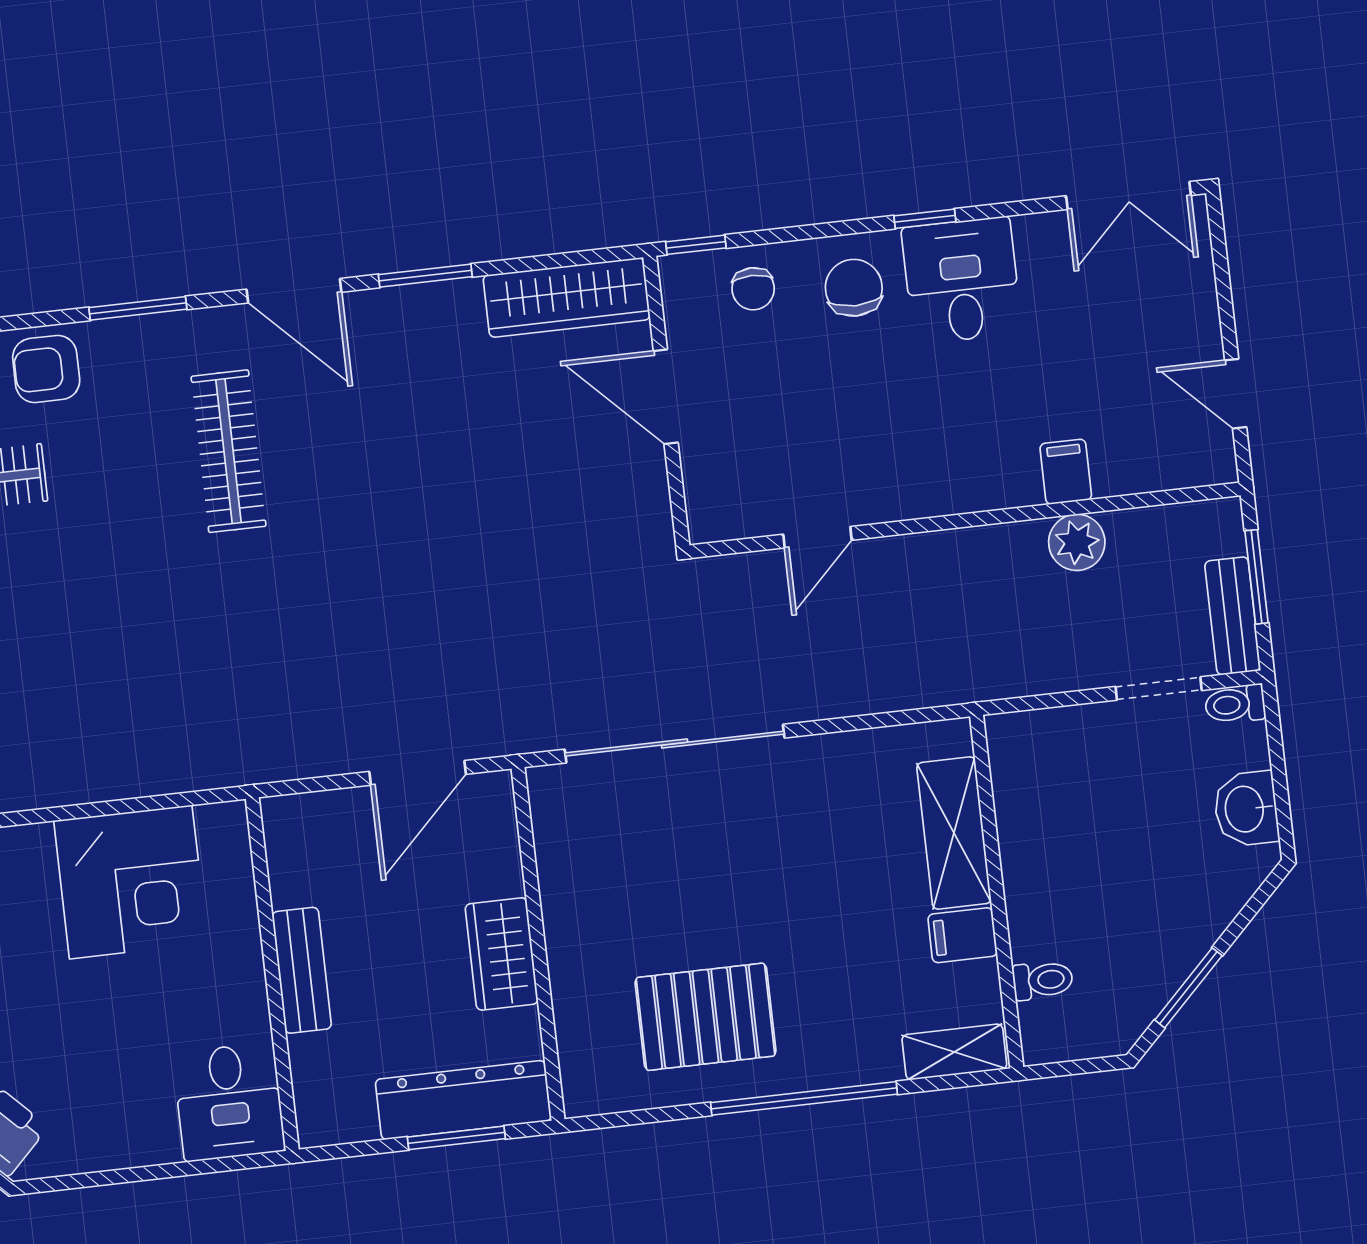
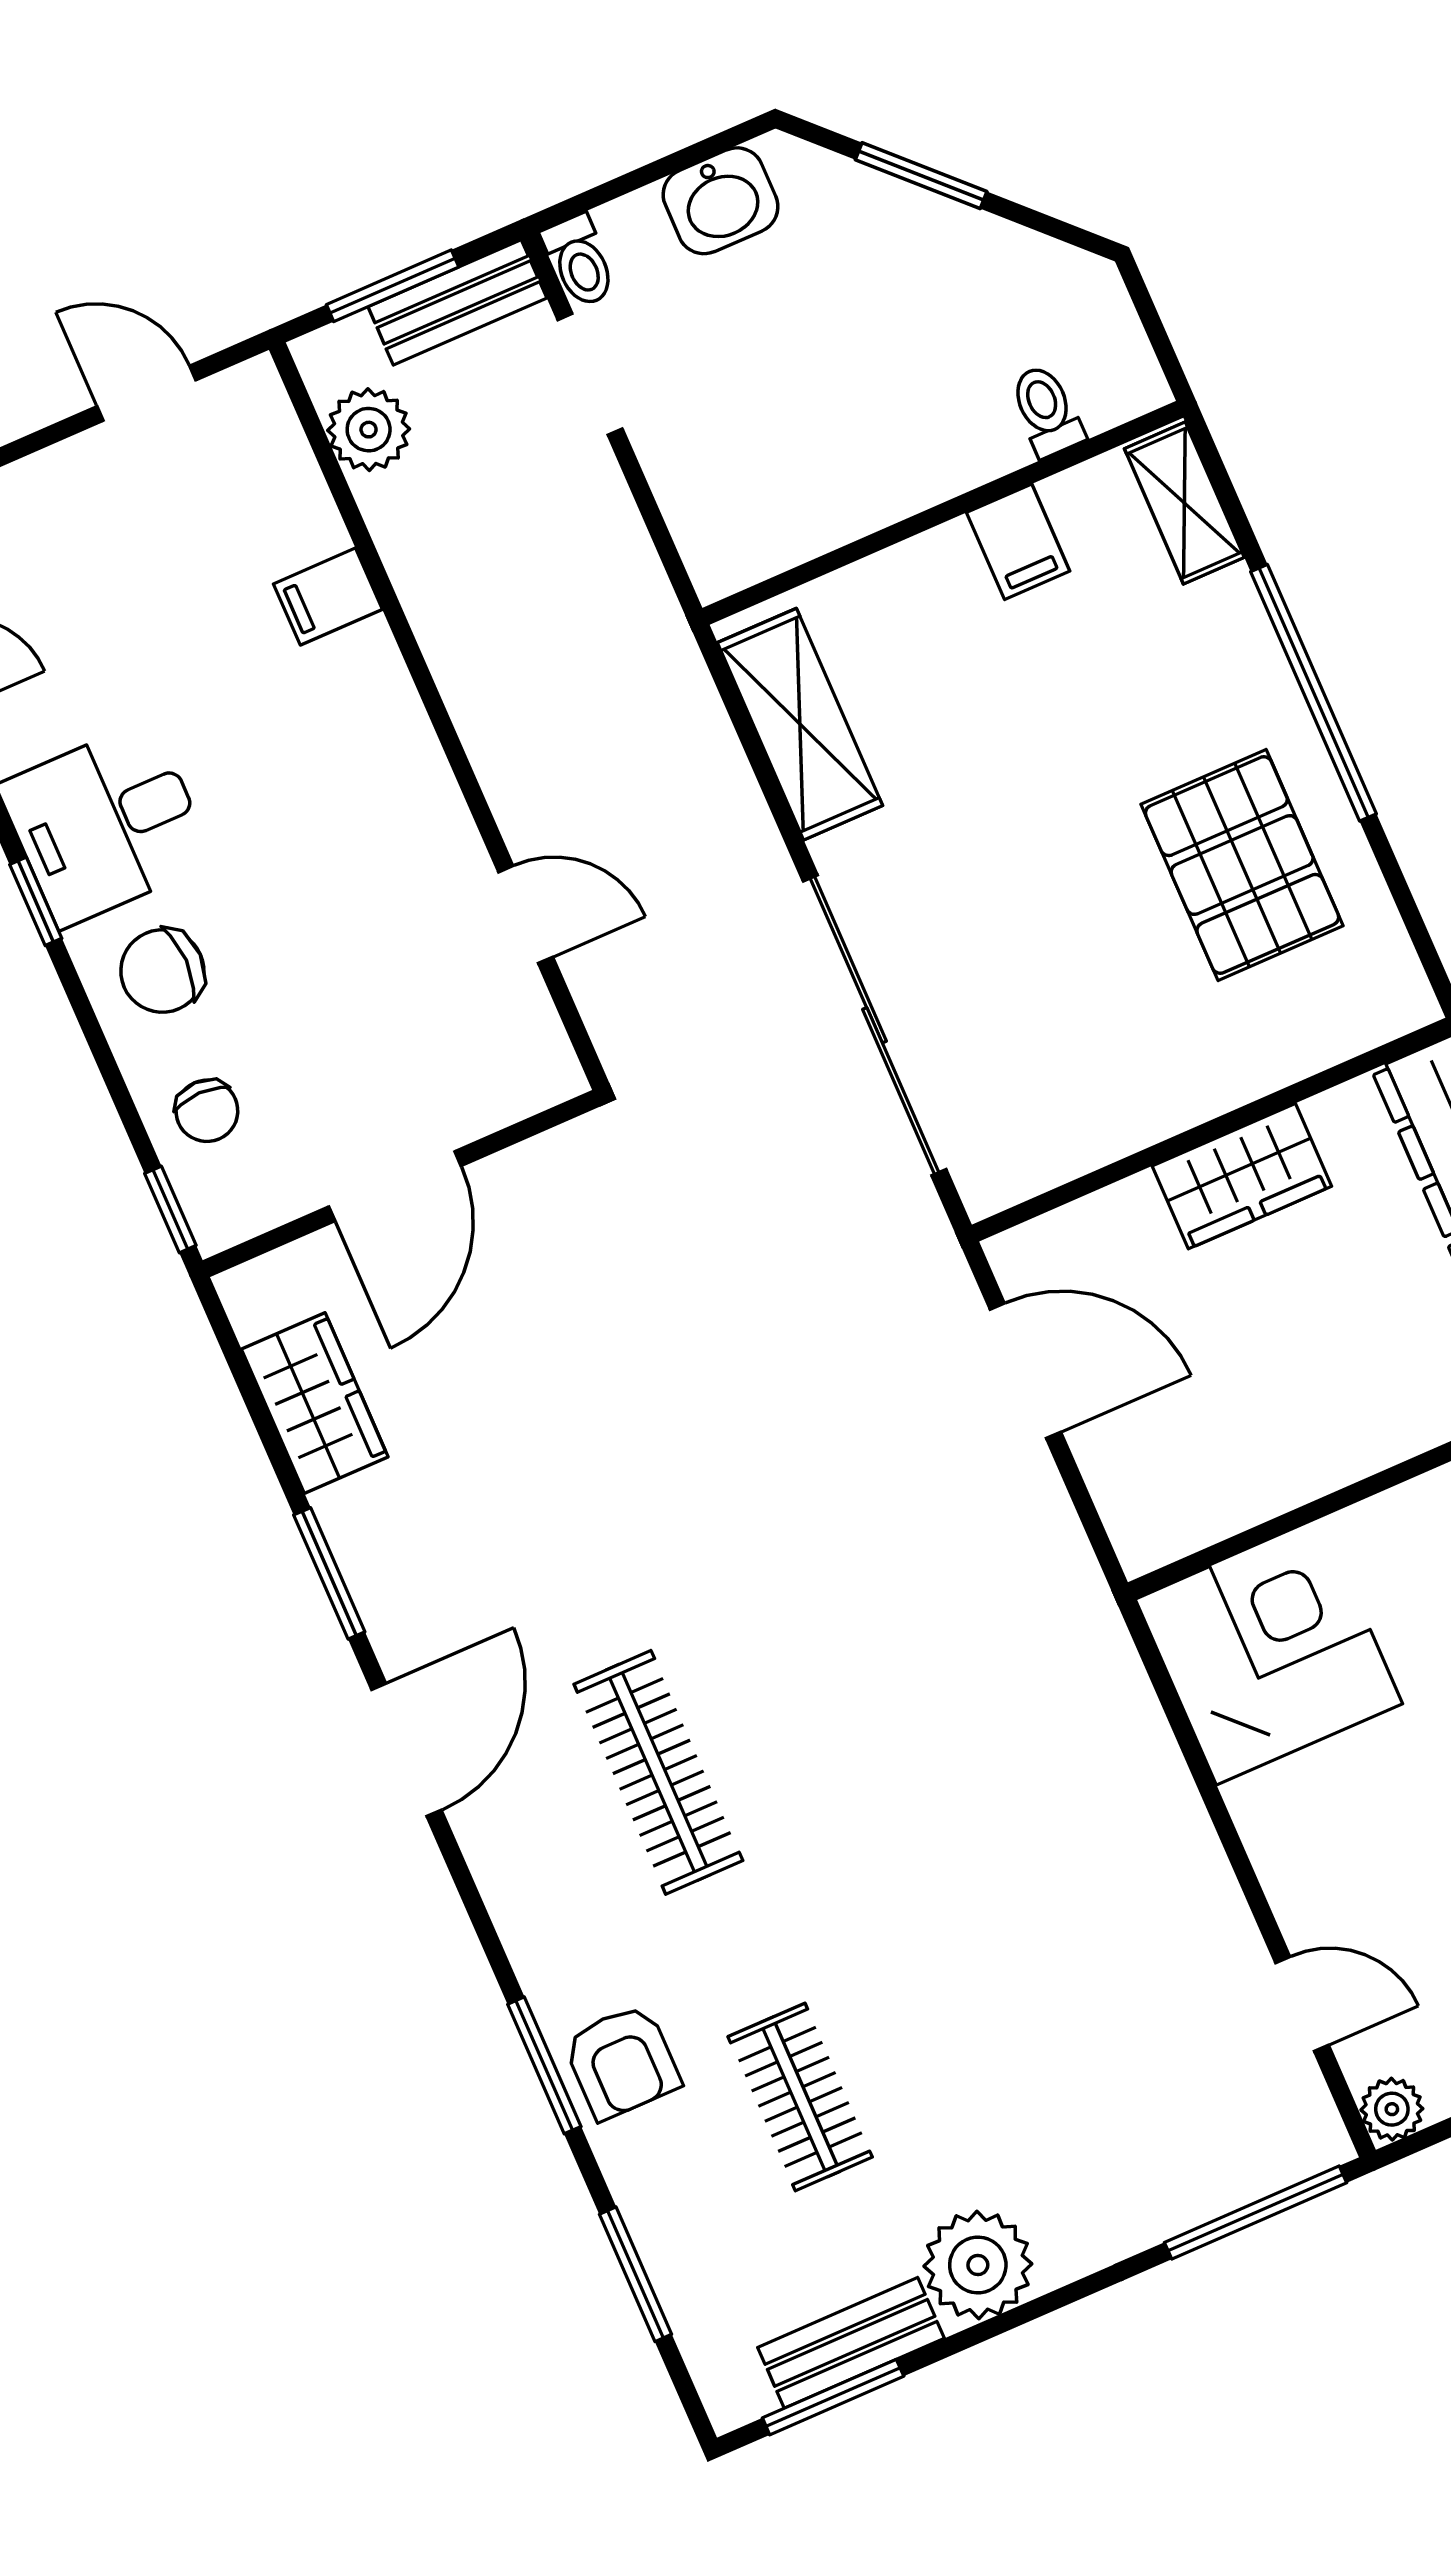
chair: (753, 289) -> (207, 1111), turned 90
wardrobe: (567, 297) -> (315, 1403), width x0.67
window: (138, 308) -> (544, 2065), moved
door: (1236, 394) -> (146, 393), swing flipped
clothes rail: (229, 451) -> (658, 1772), turned 90
plant: (1077, 542) -> (369, 430), moved
shelving: (954, 833) -> (800, 724), moved, turned 90
corner desk: (131, 882) -> (1269, 1651), moved
bench: (302, 970) -> (1350, 1448), removed
window: (1188, 988) -> (921, 176), moved

